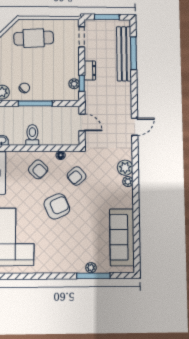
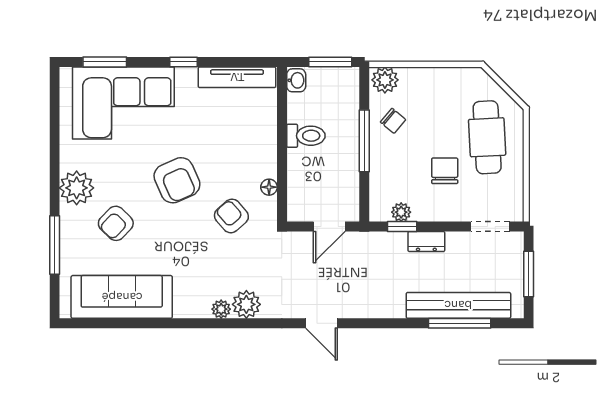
chair: (52, 61) -> (445, 171), added
armchair: (38, 169) -> (116, 223), moved
plant: (91, 268) -> (77, 188), moved, width x1.87, depth x1.87

